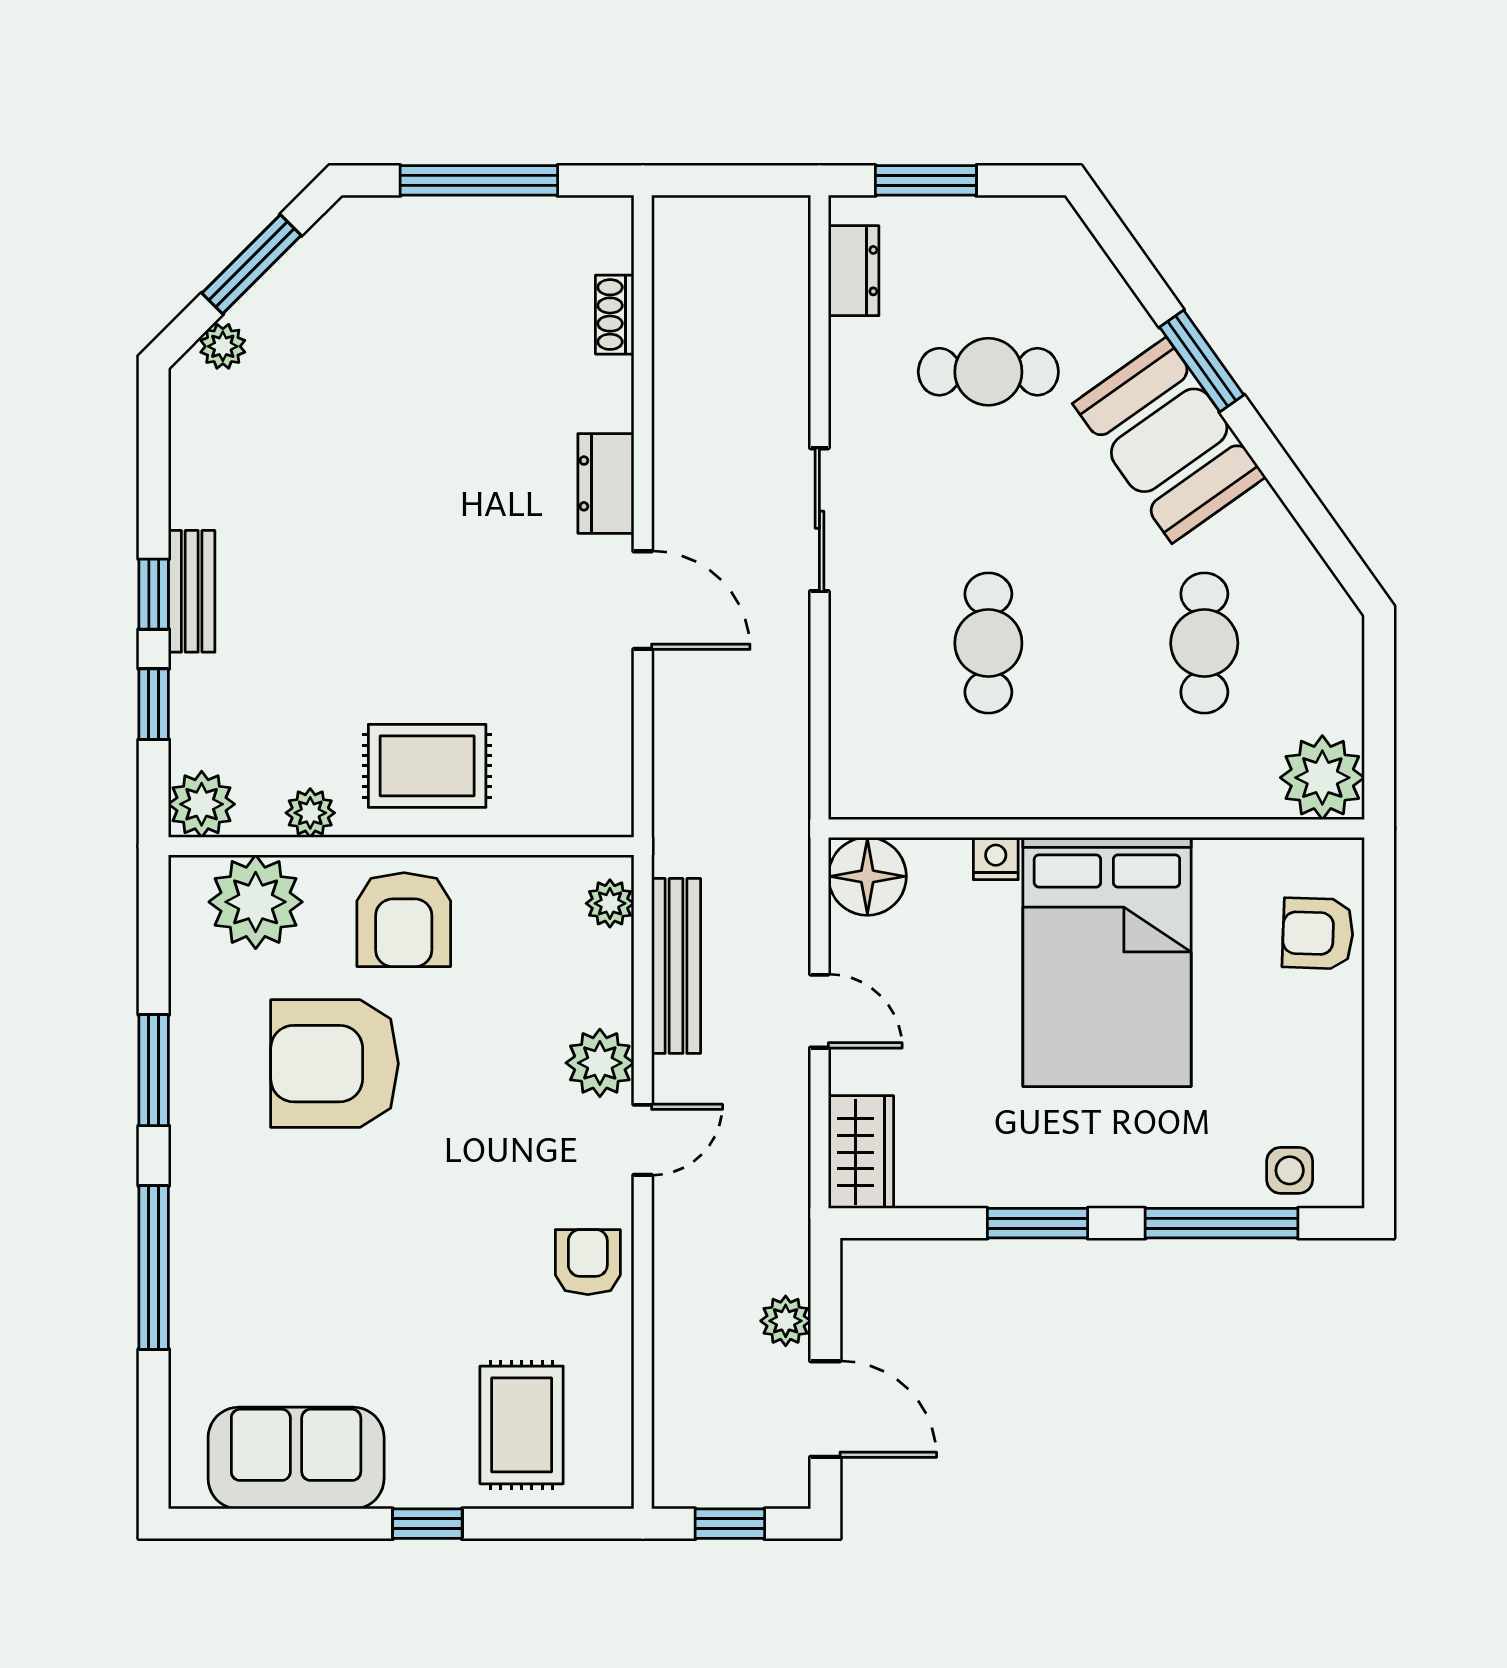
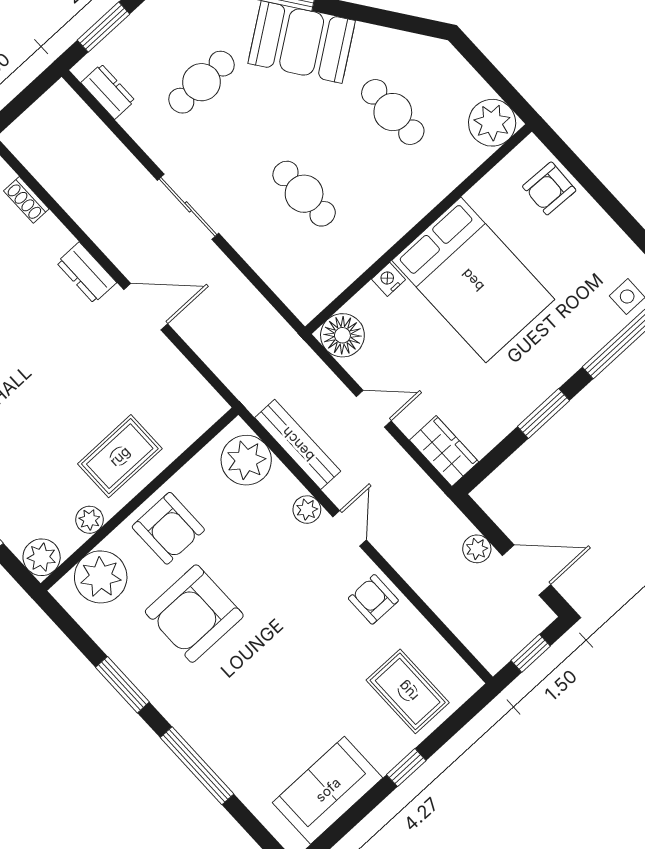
plant: (610, 903) -> (246, 460), width x1.88, depth x1.88
plant: (600, 1063) -> (307, 510), width x0.73, depth x0.73

